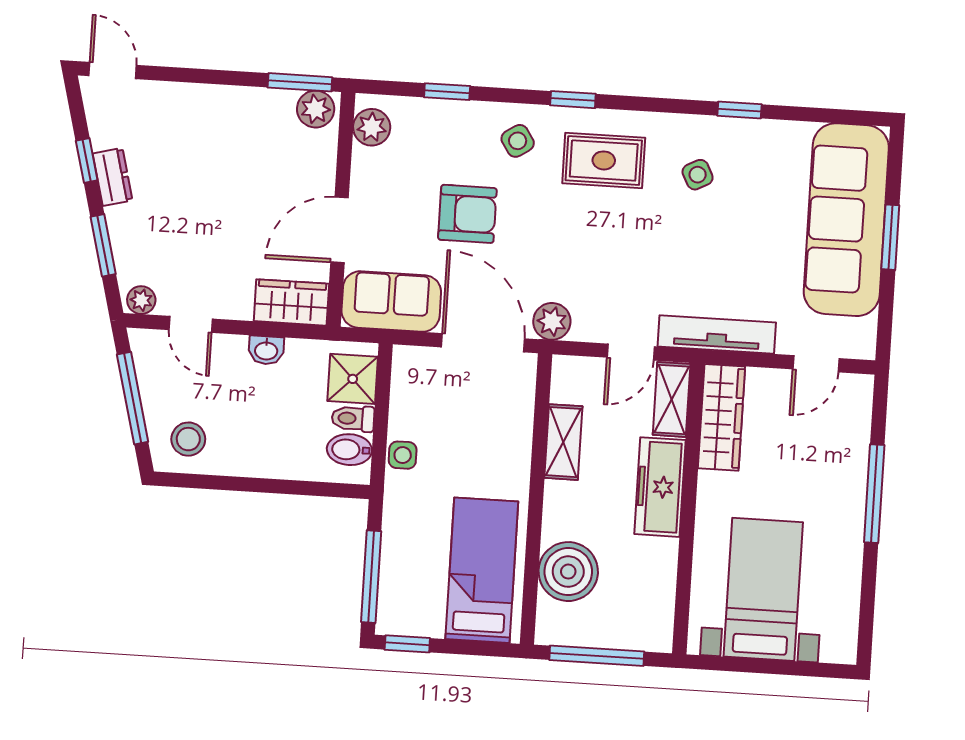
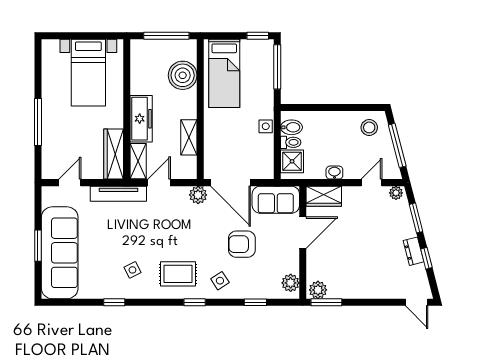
door: (191, 324) -> (372, 183), hinge flipped

